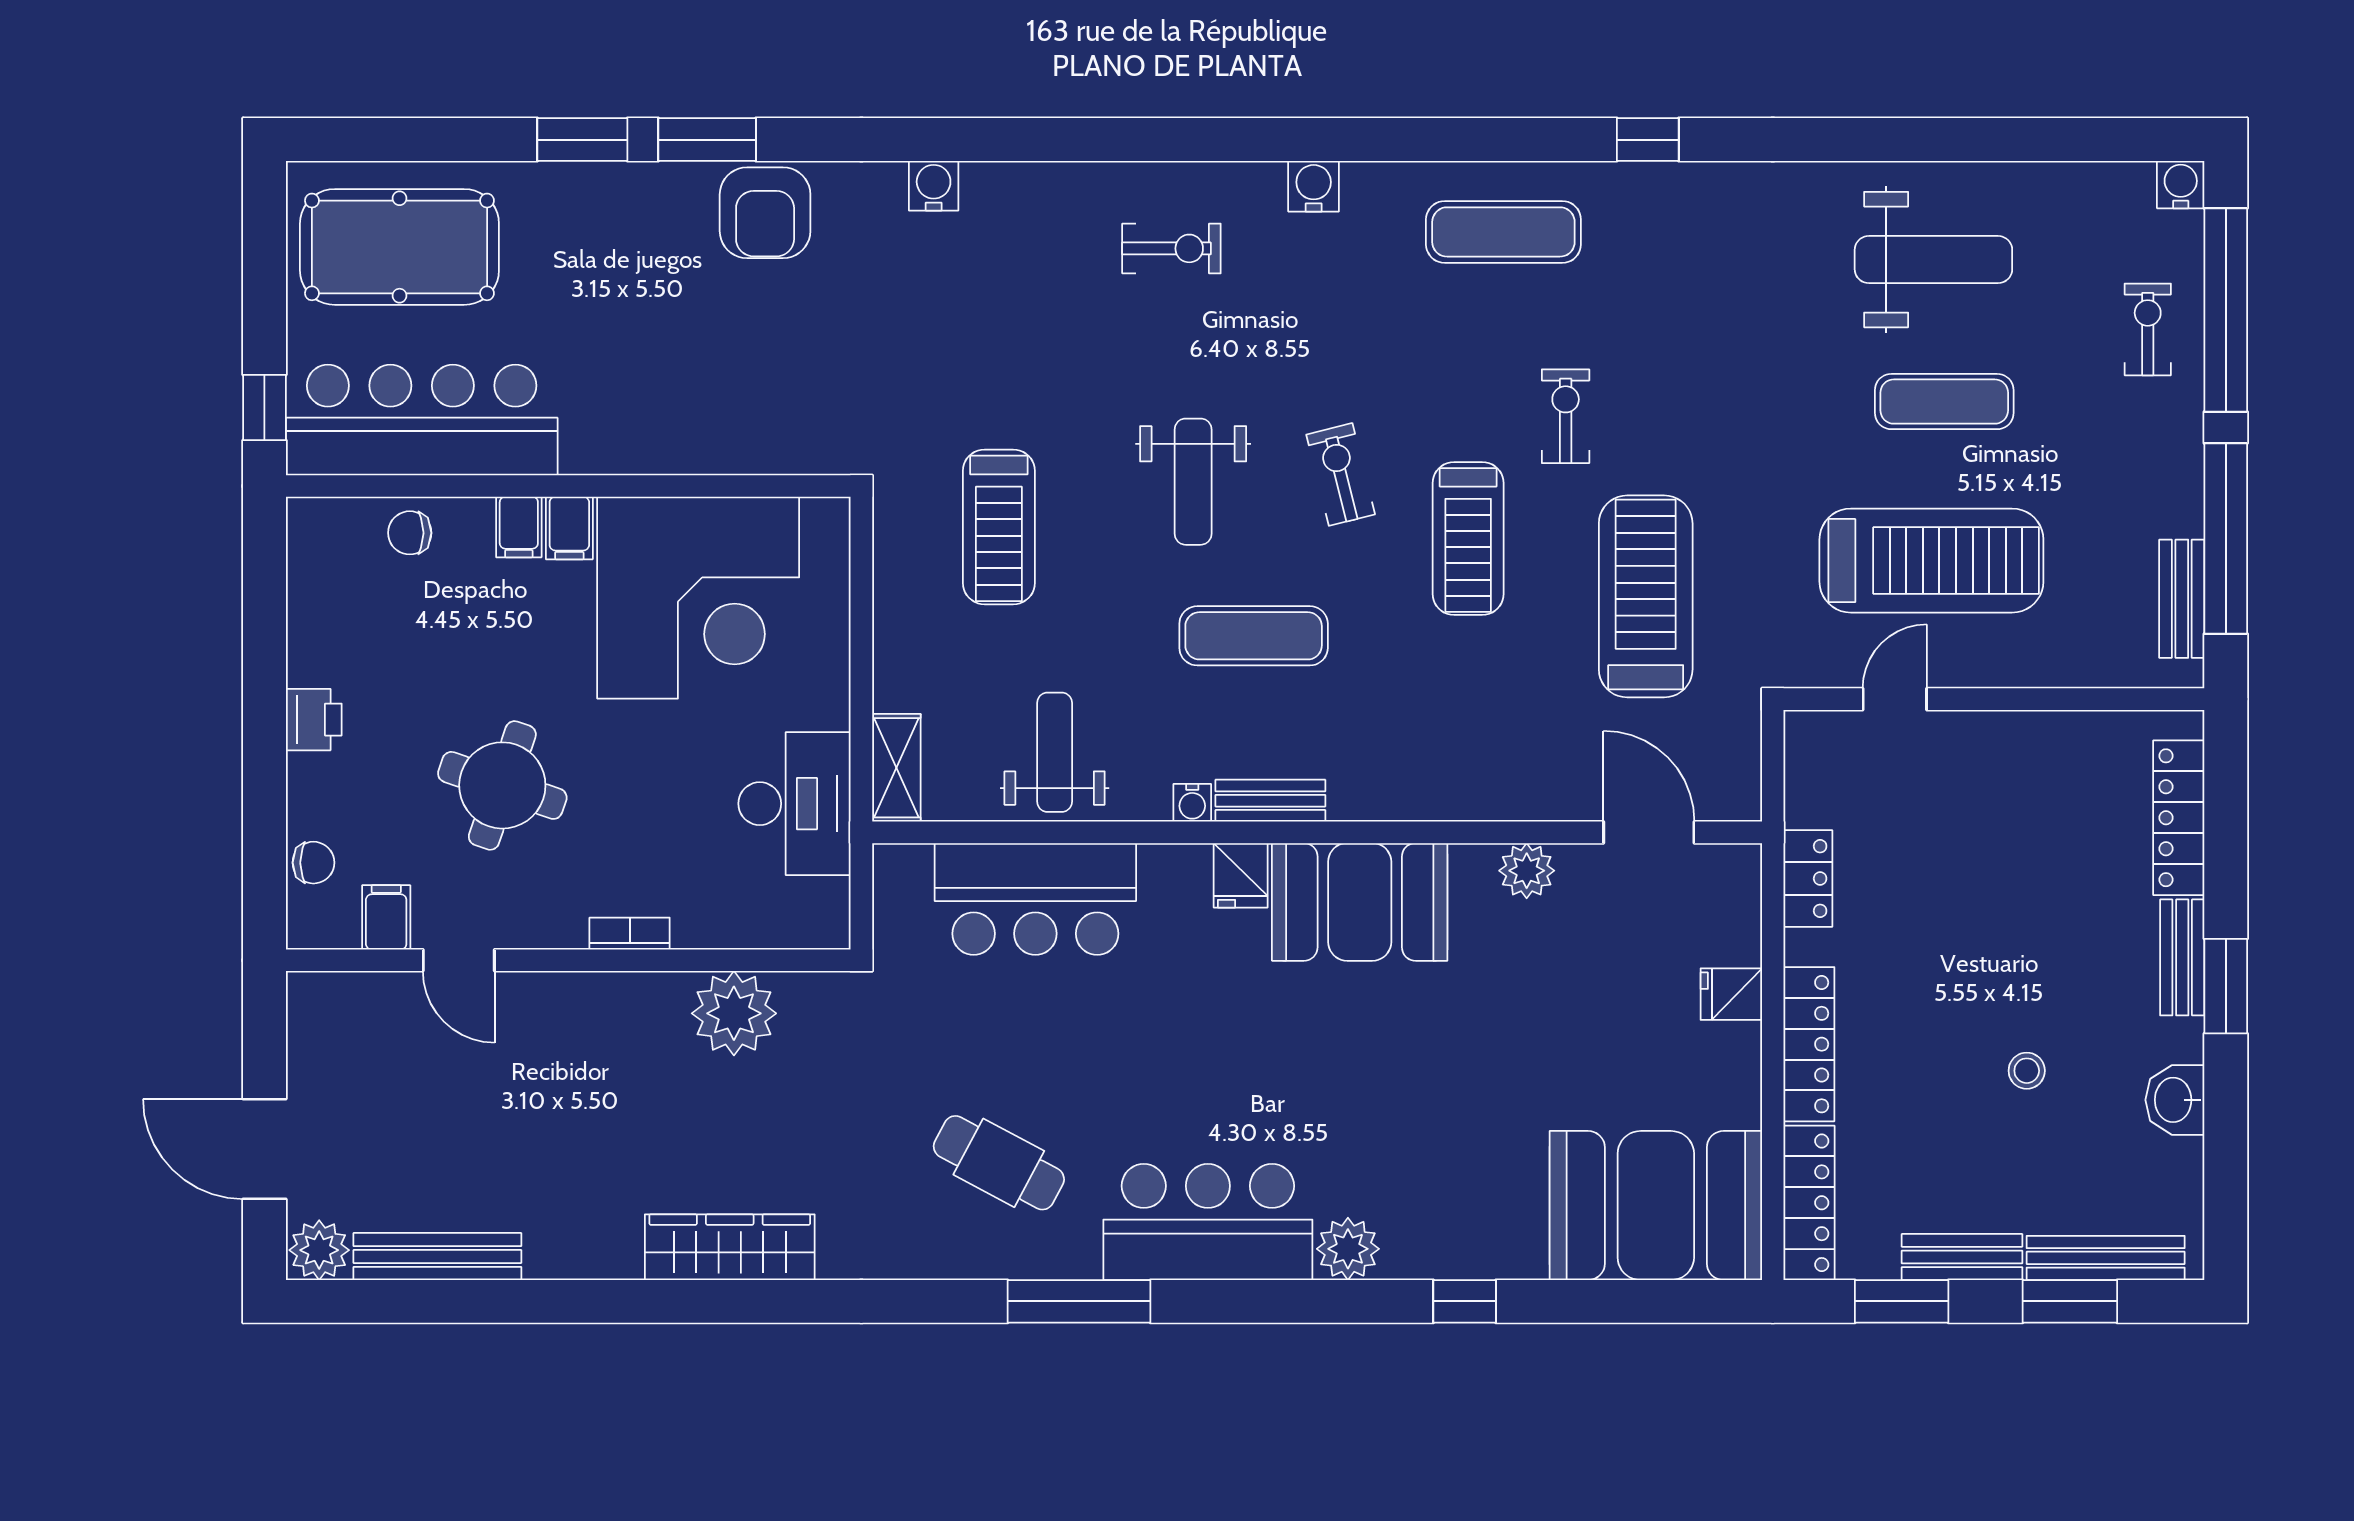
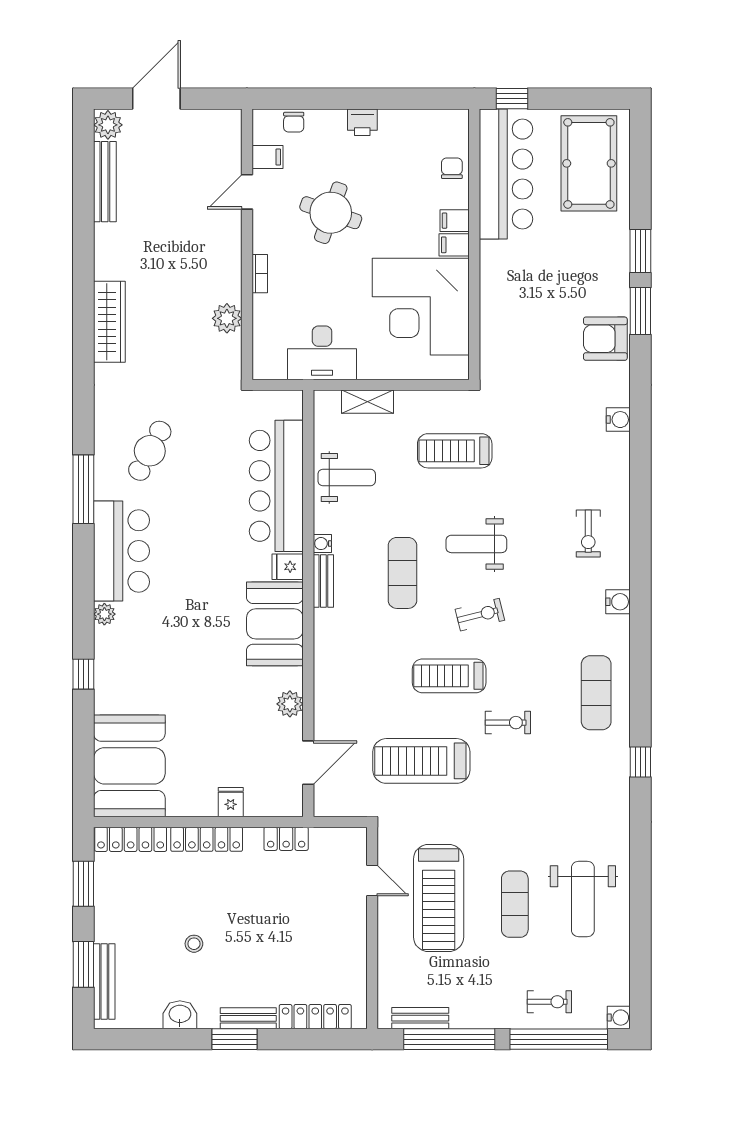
treadmill: (1646, 596) -> (421, 761), turned 180
shelving: (896, 768) -> (368, 402), moved
bar counter: (1035, 899) -> (276, 486), width x1.36
plant: (734, 1013) -> (227, 318), width x0.73, depth x0.73
plant: (1348, 1249) -> (104, 614), width x0.73, depth x0.73
bench: (1962, 1257) -> (105, 913), removed

